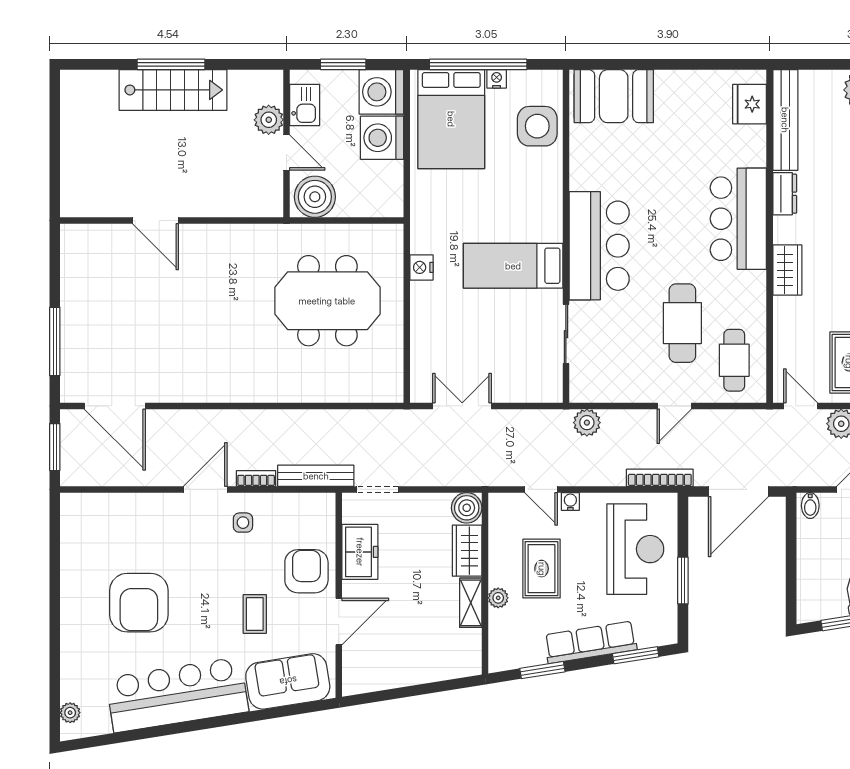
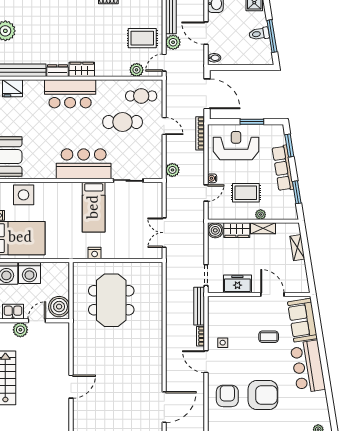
wardrobe: (787, 270) -> (82, 69), moved
plant: (786, 351) -> (137, 70), added
armchair: (306, 571) -> (227, 396), moved, turned 90
shelving: (432, 671) -> (297, 248), added
bar counter: (177, 695) -> (308, 367), width x0.73

